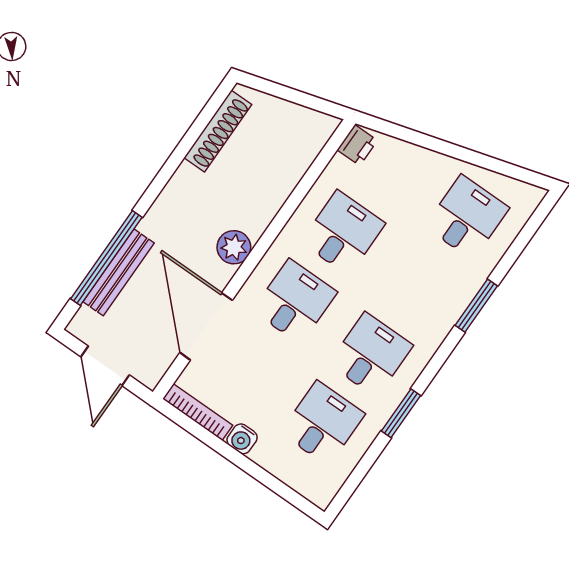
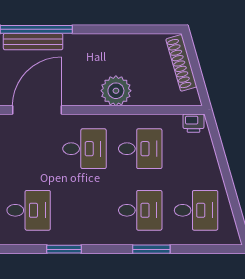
shoe rack: (218, 131) -> (181, 63), moved, turned 74
plant: (234, 247) -> (116, 91), moved, width x1.36, depth x1.36
desk: (371, 355) -> (140, 210), moved

